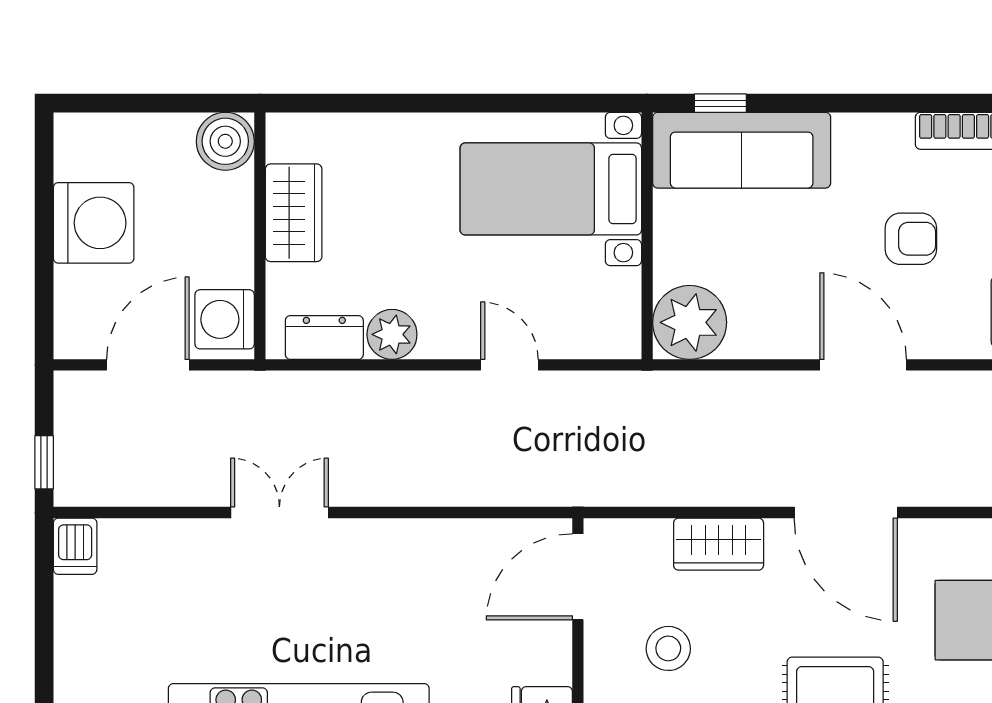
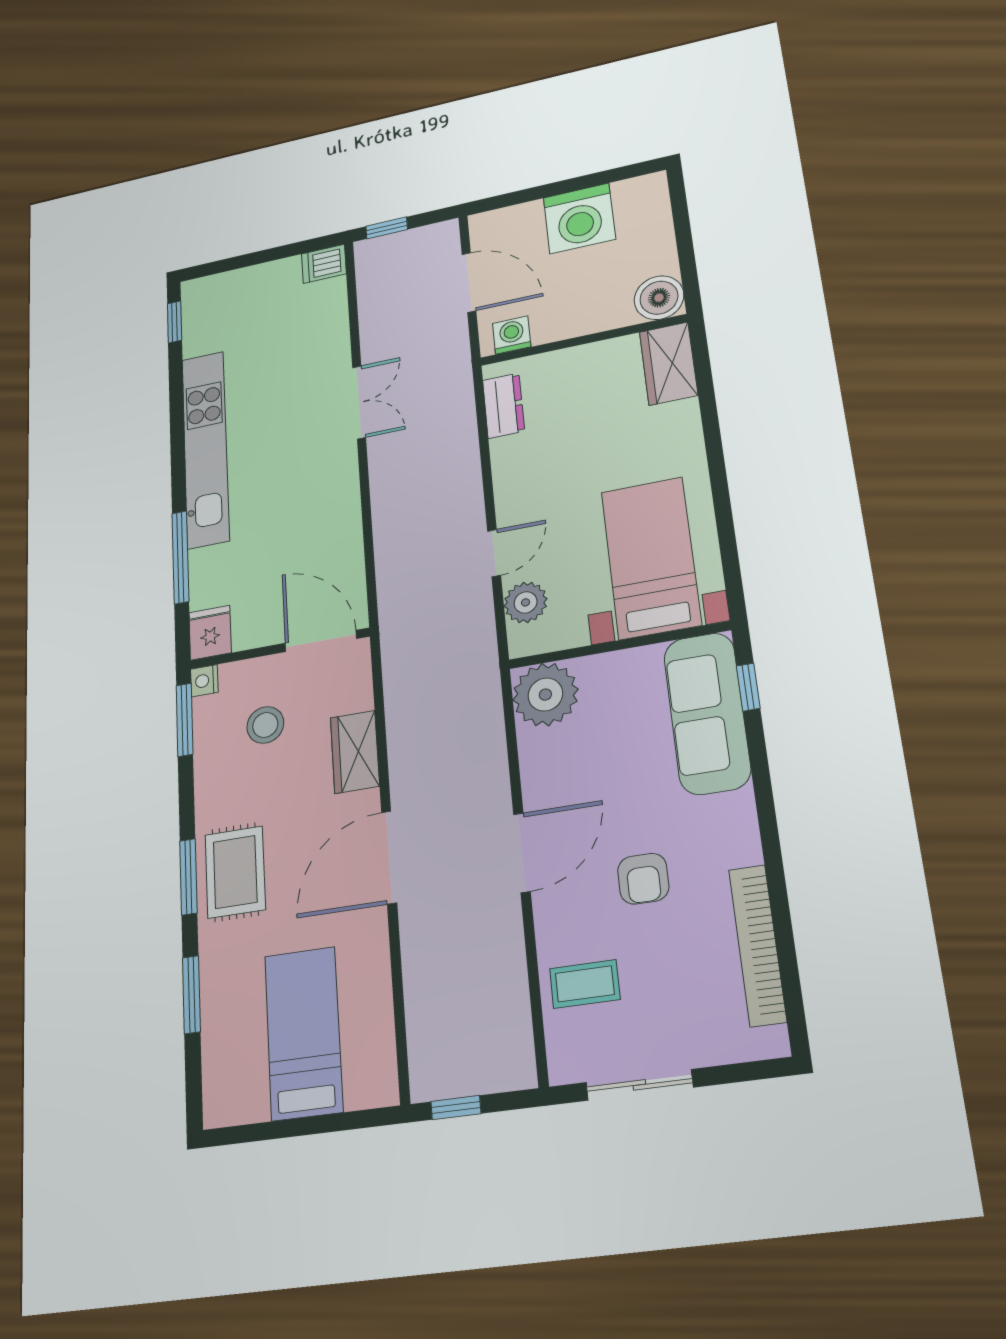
wardrobe: (294, 213) -> (669, 364), moved, turned 90
washing machine: (225, 319) -> (512, 335), width x0.73, depth x0.73
plant: (392, 334) -> (526, 602), moved

